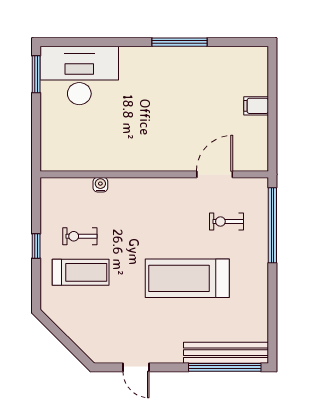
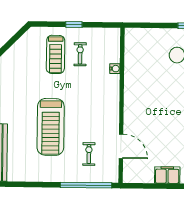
filing cabinet: (256, 106) -> (167, 175), width x2.00
treadmill: (187, 278) -> (51, 127), turned 180

